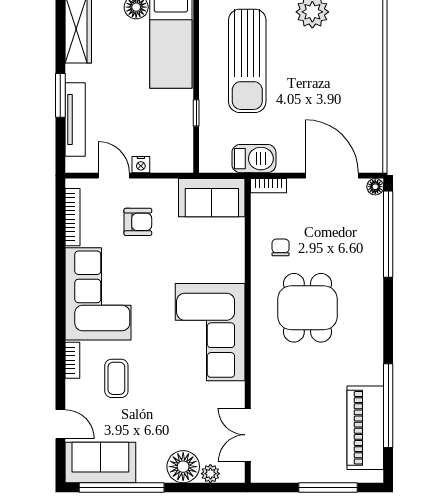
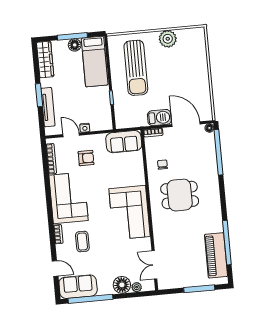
barbecue: (254, 159) -> (159, 118), moved
dining table: (307, 308) -> (180, 195), turned 90

